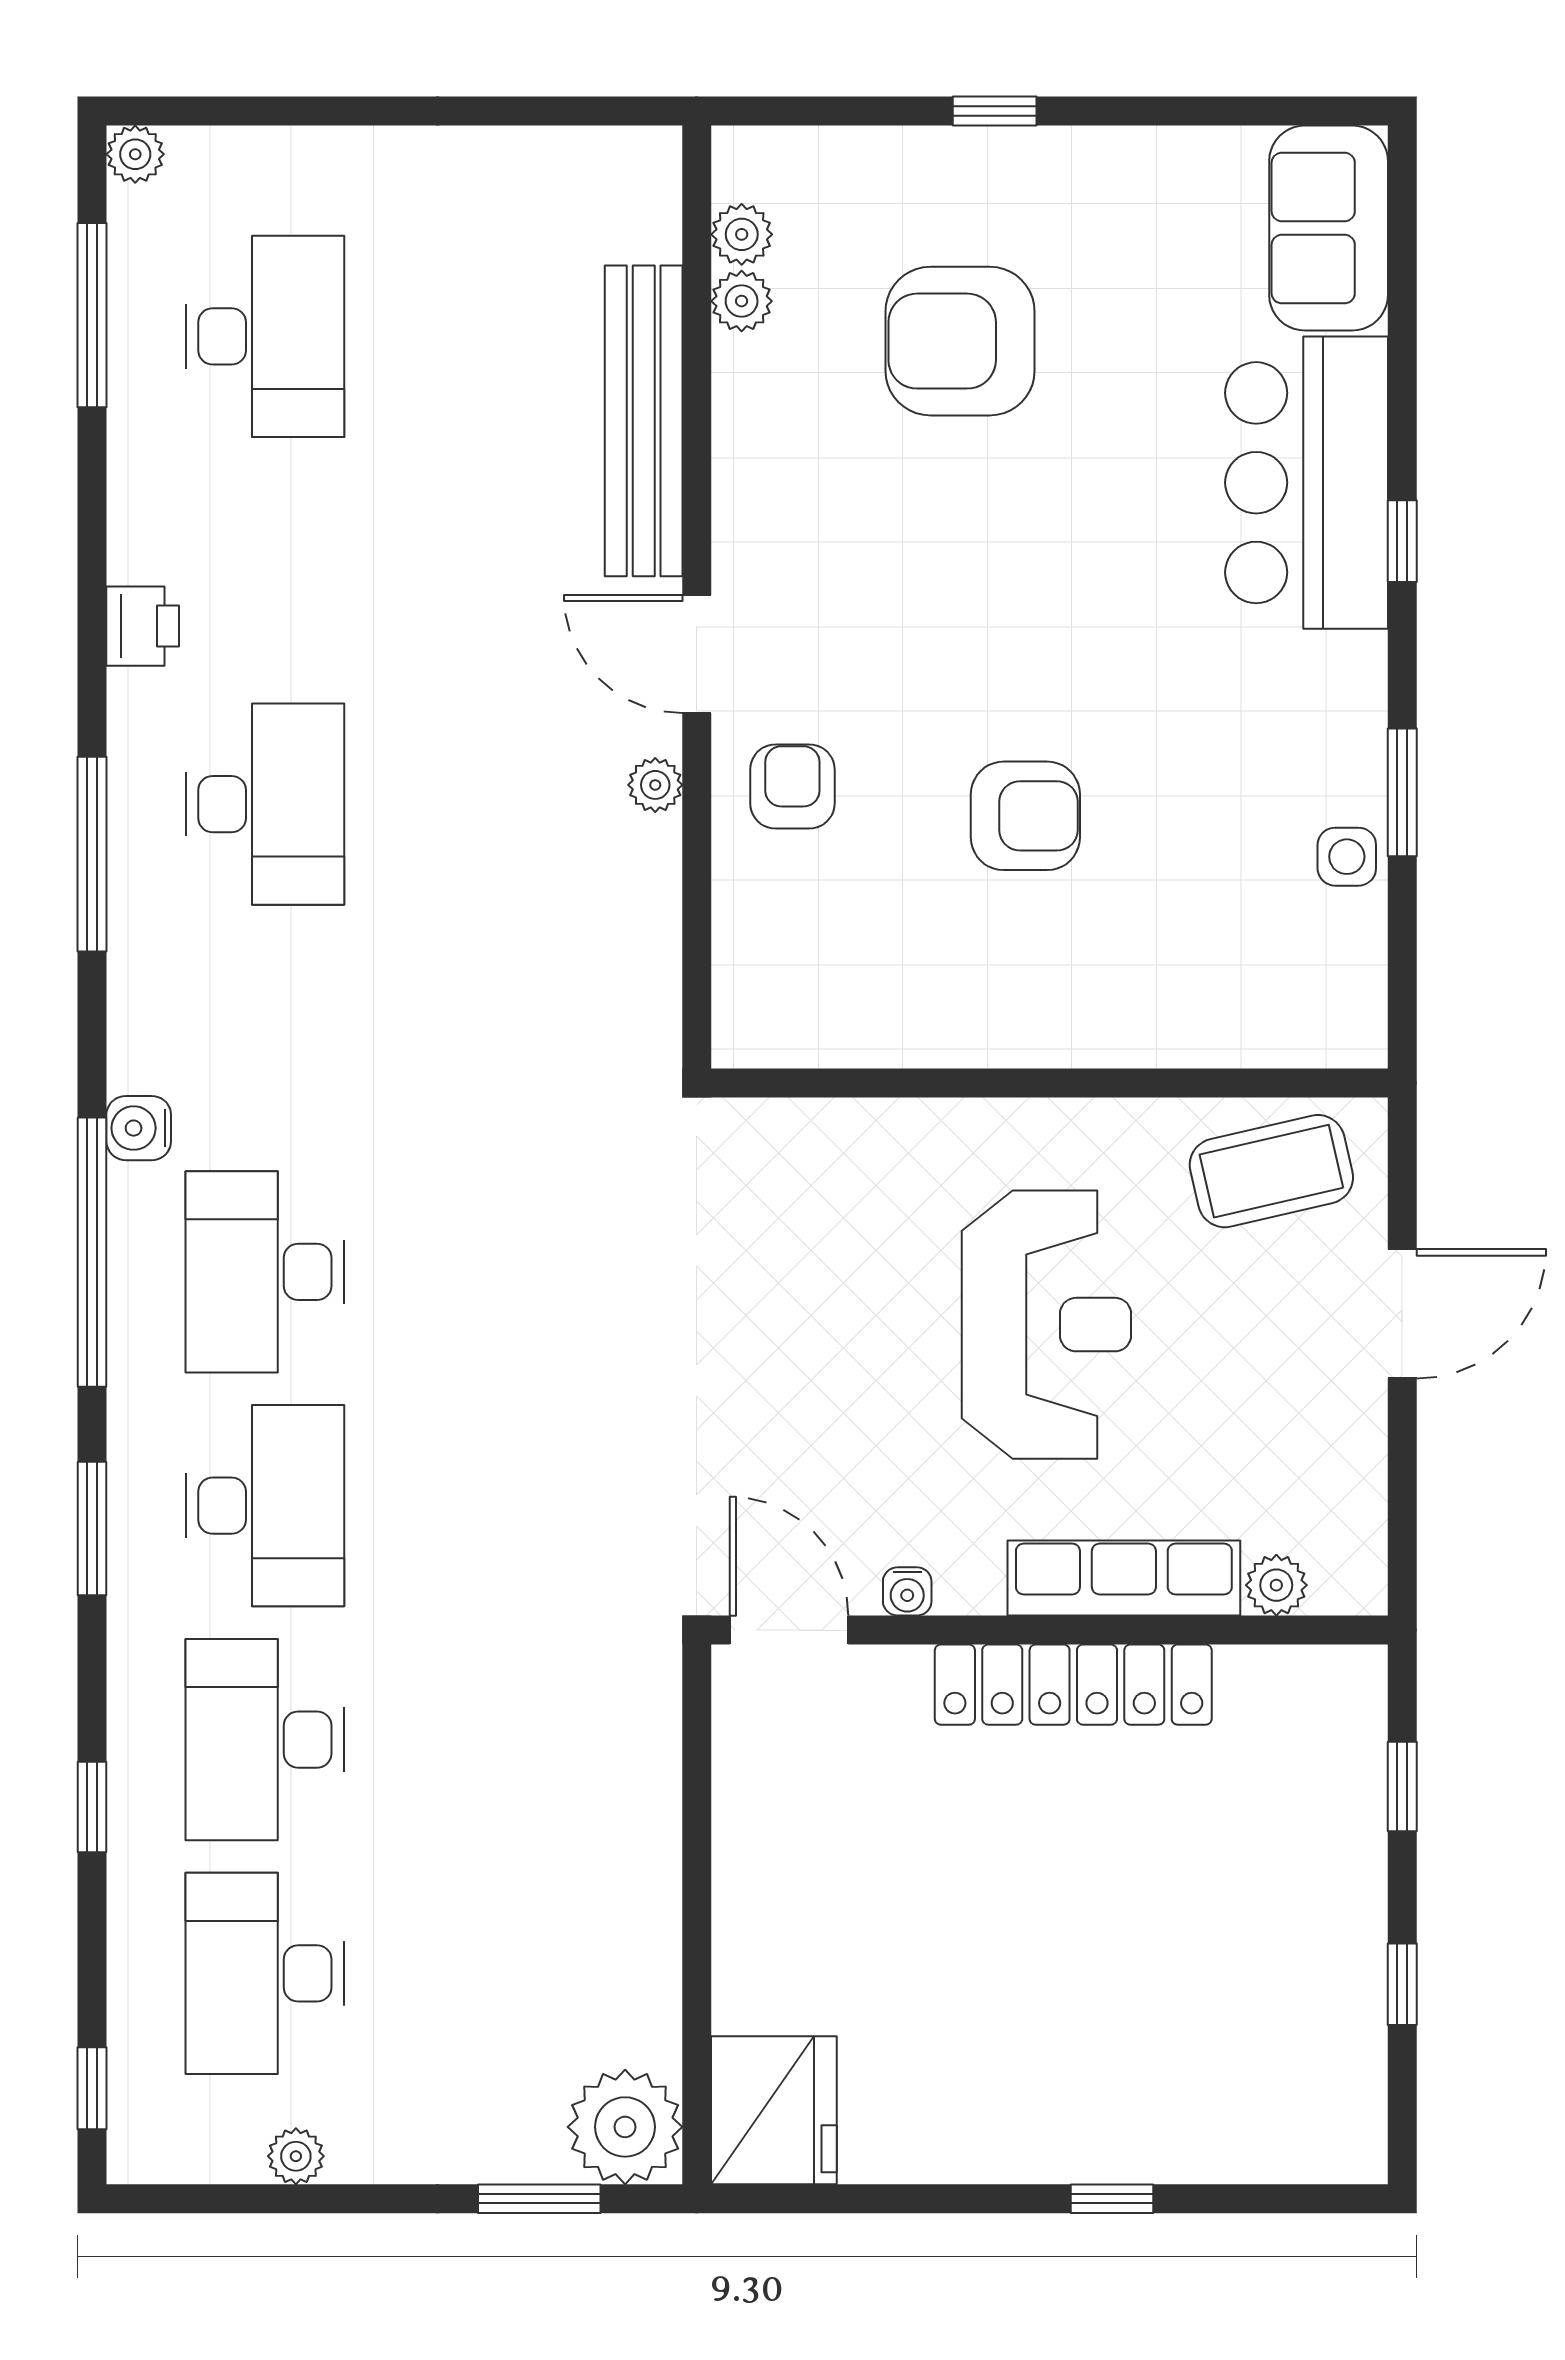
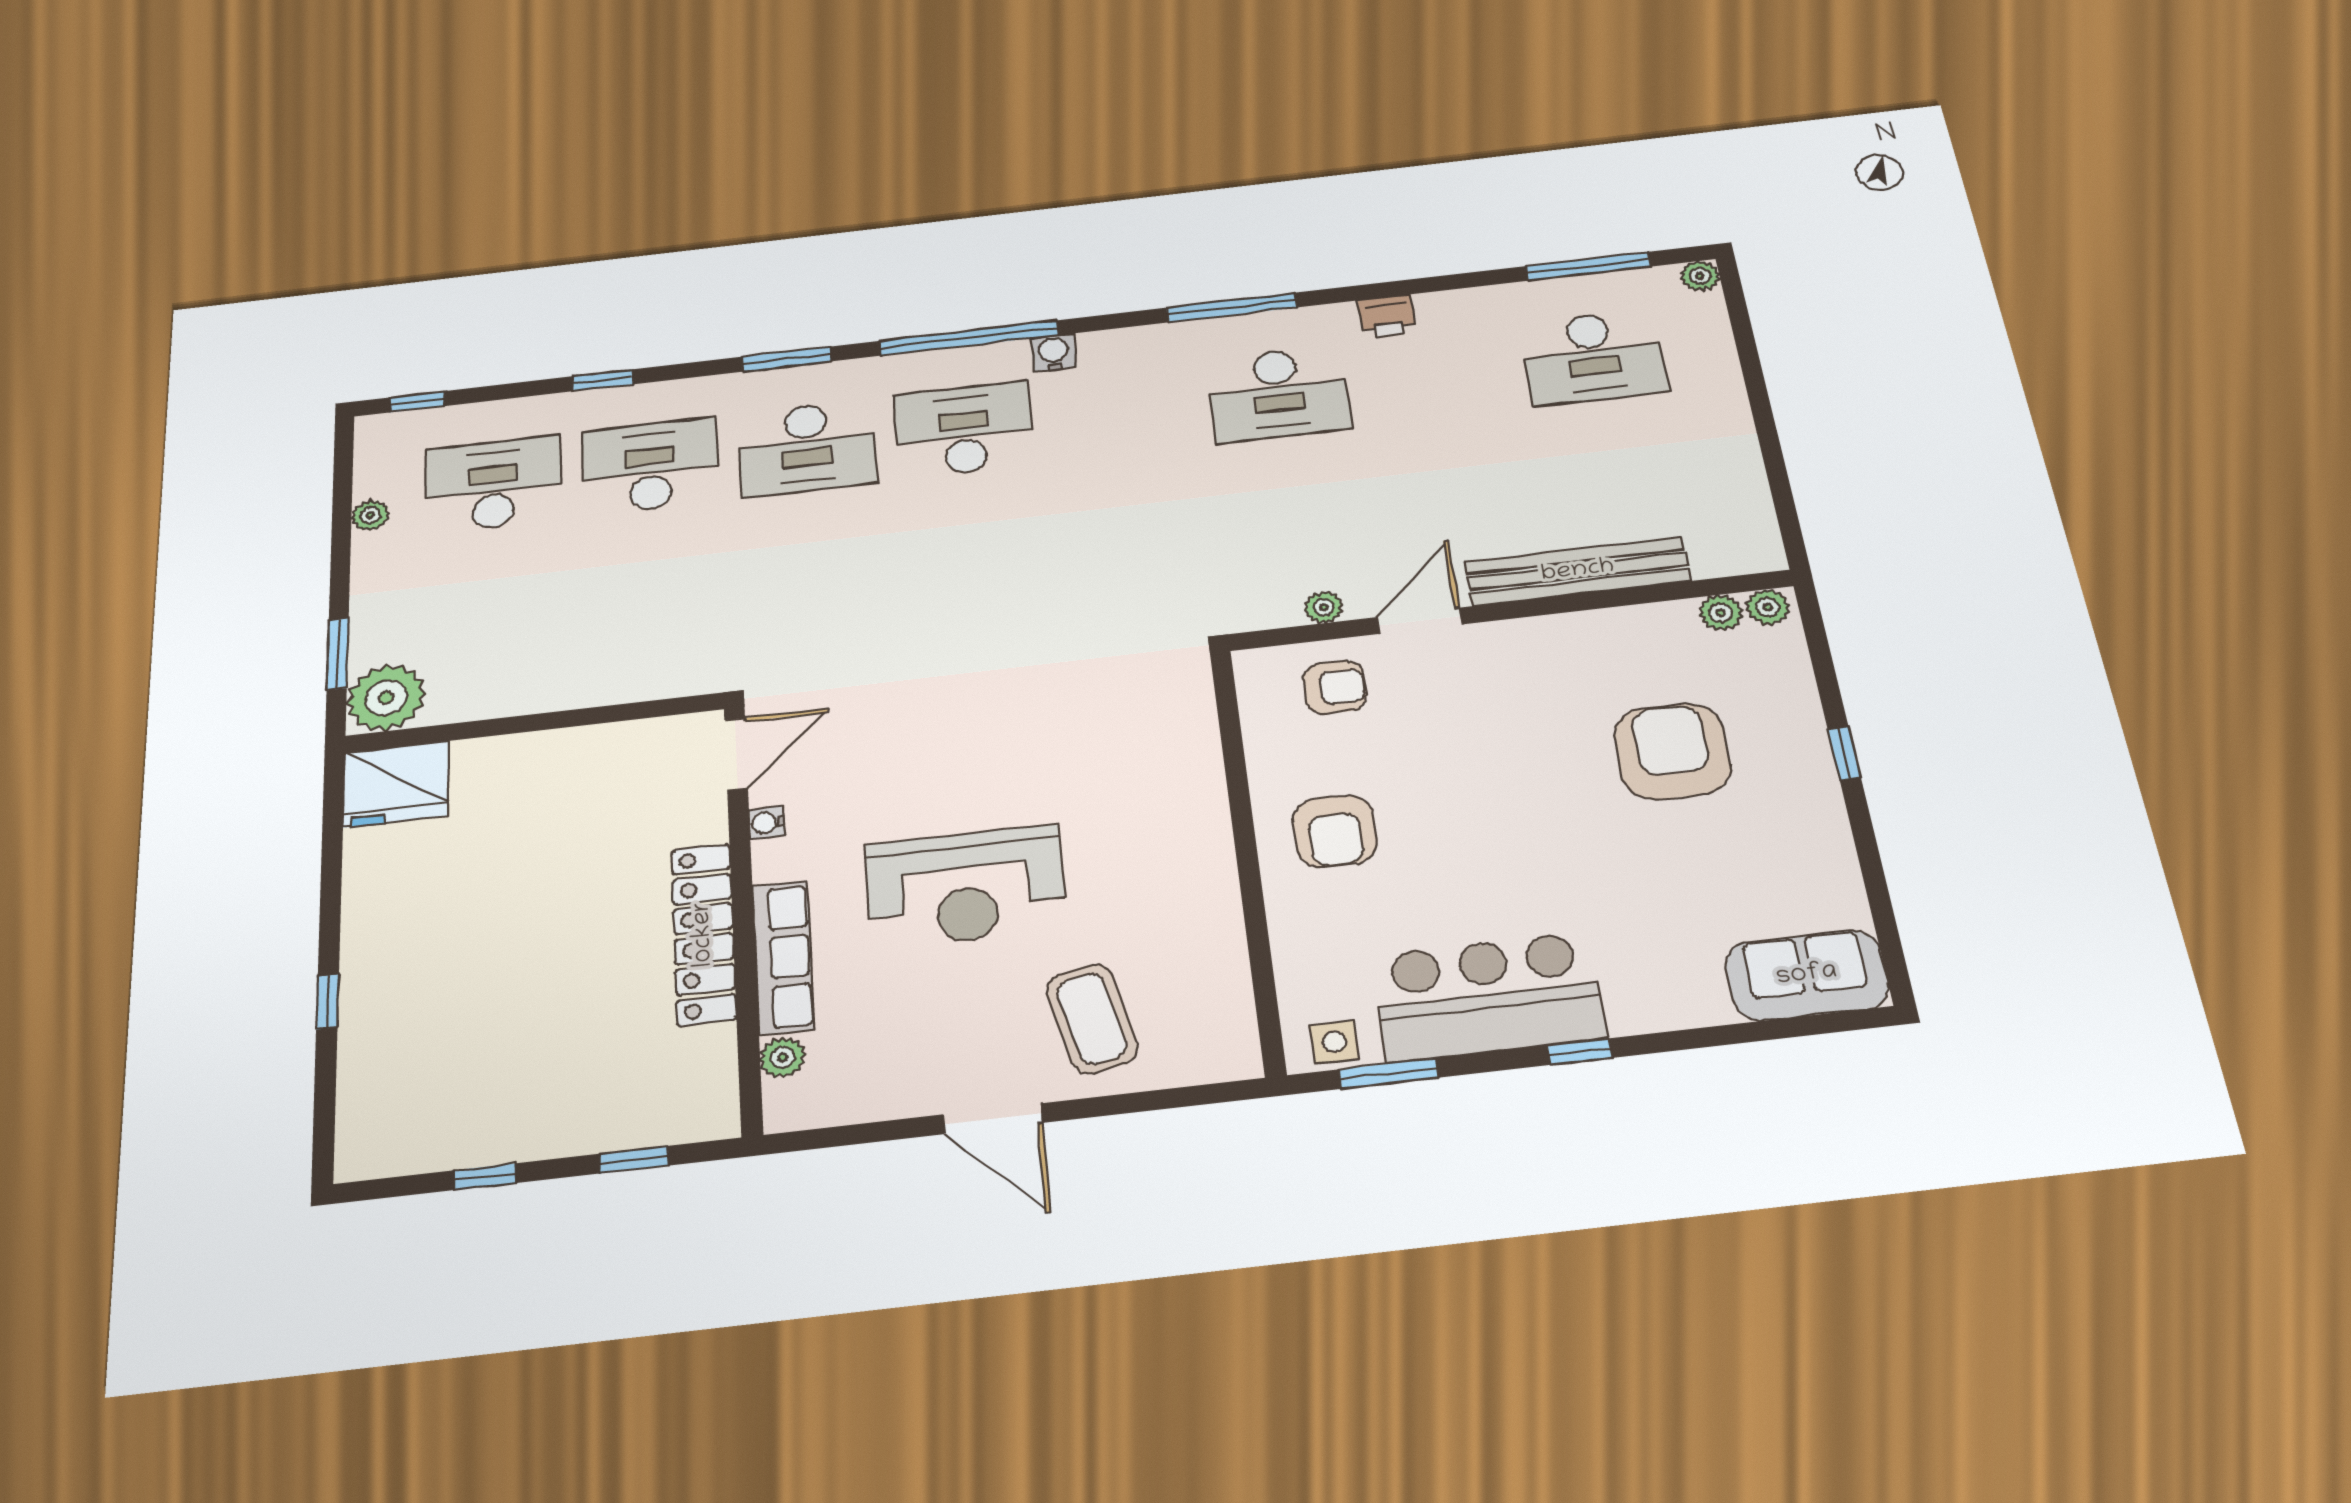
plant: (742, 301) -> (1768, 607), moved
bar counter: (1307, 483) -> (1488, 997), moved
wall: (1050, 1083) -> (1247, 856), moved

